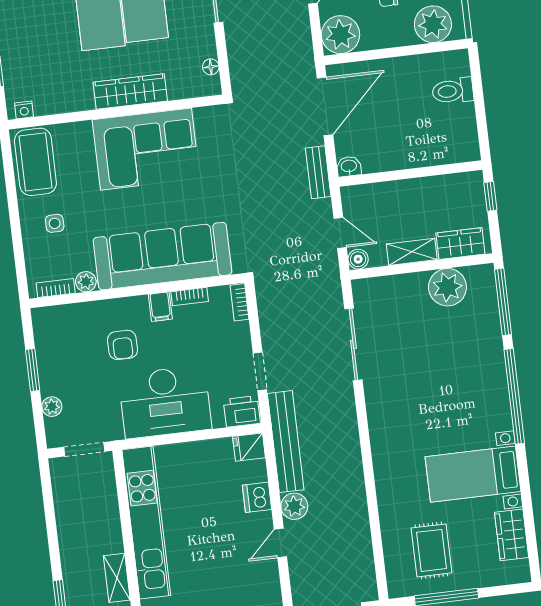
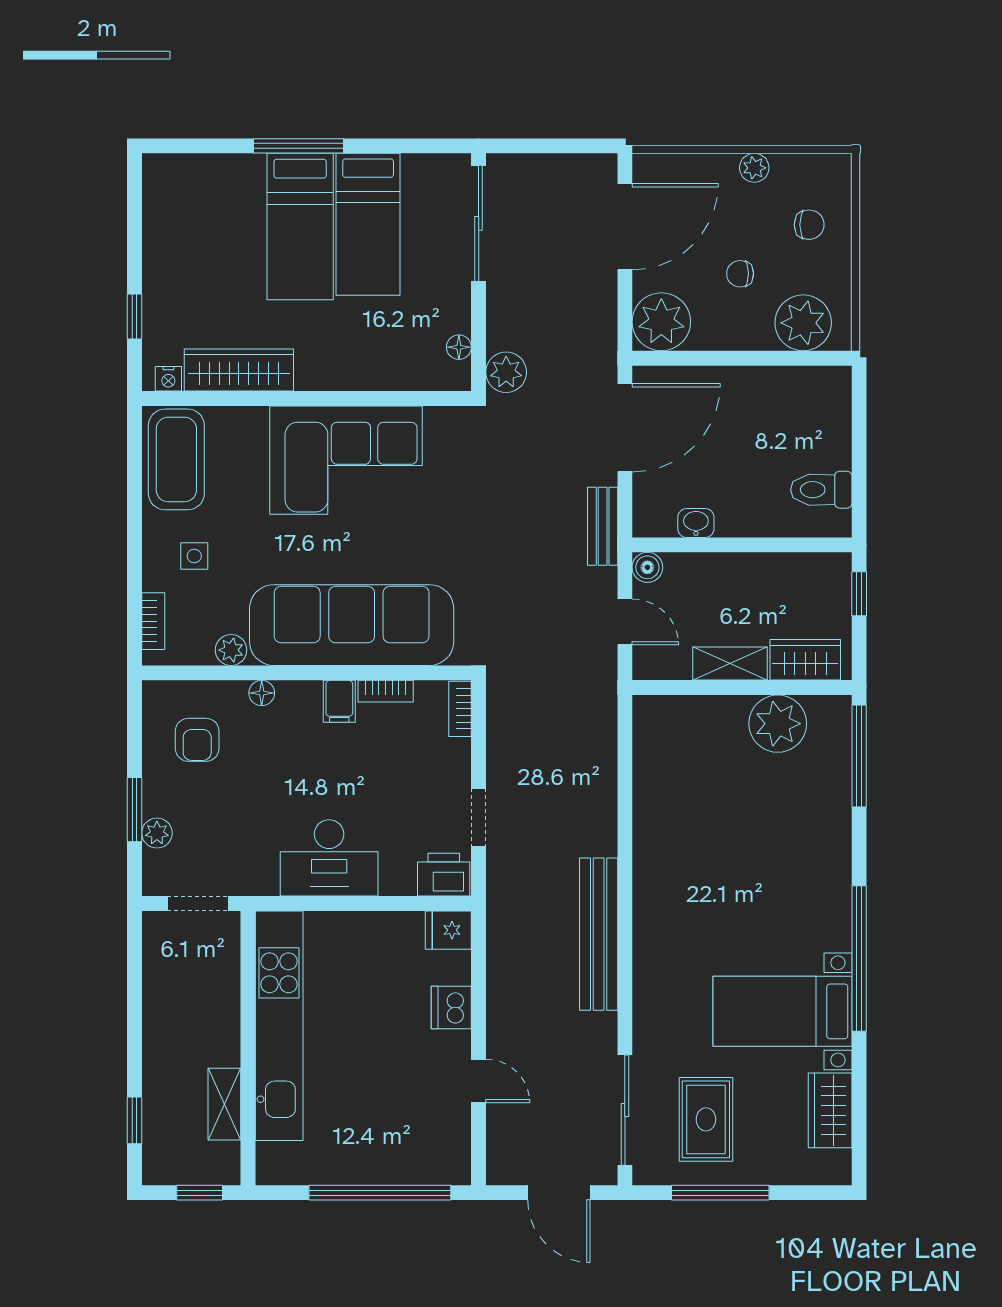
toilet: (453, 91) -> (821, 490), moved
wardrobe: (130, 92) -> (239, 370), moved
washbasin: (349, 166) -> (696, 523), moved
boiler: (358, 259) -> (647, 567), moved
bookcase: (56, 288) -> (153, 621), moved, turned 90
floor lamp: (109, 307) -> (262, 693), added
sliding door: (353, 344) -> (625, 1110), moved
armchair: (123, 345) -> (197, 740), moved
window: (33, 370) -> (135, 810), moved
window: (514, 396) -> (859, 958), moved
desk: (165, 402) -> (329, 858), width x0.73, depth x0.77
bench: (286, 442) -> (599, 934), moved
plant: (294, 506) -> (506, 372), moved
door: (280, 543) -> (479, 1081), swing flipped

